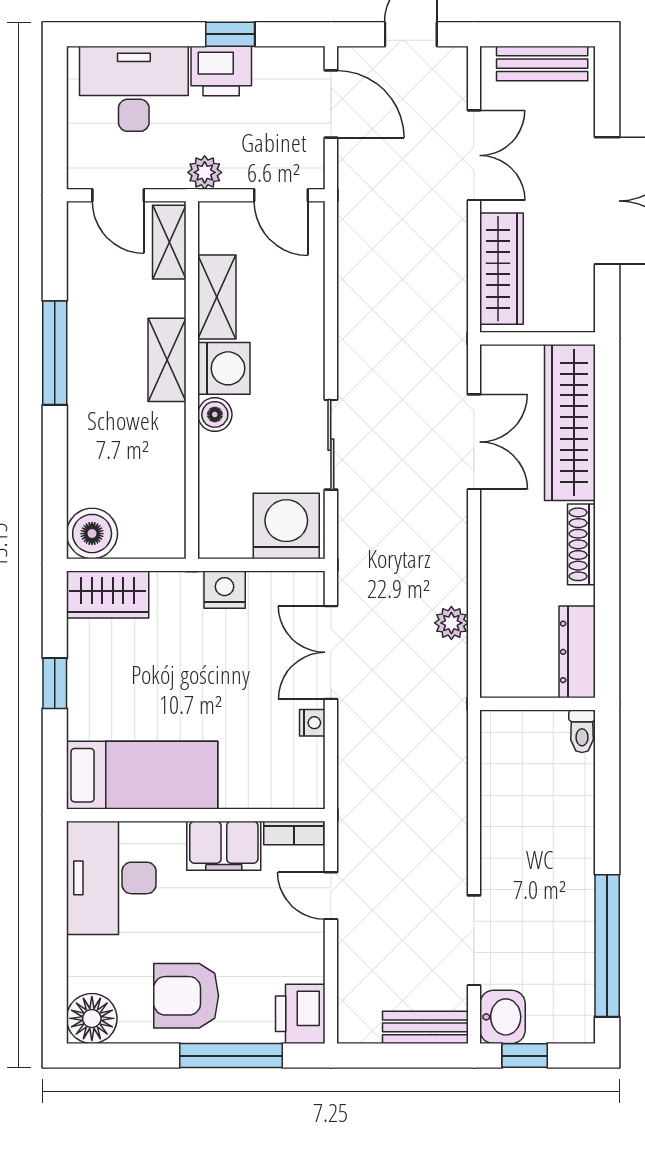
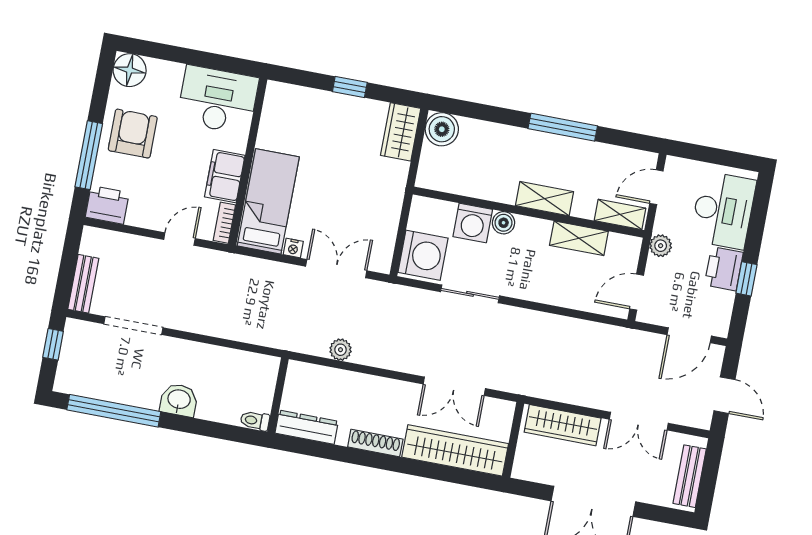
washing machine: (224, 368) -> (473, 223), moved
nightstand: (225, 590) -> (390, 208), removed
bed: (142, 775) -> (268, 201), moved, turned 180
washbasin: (503, 1017) -> (179, 400), moved, turned 180

